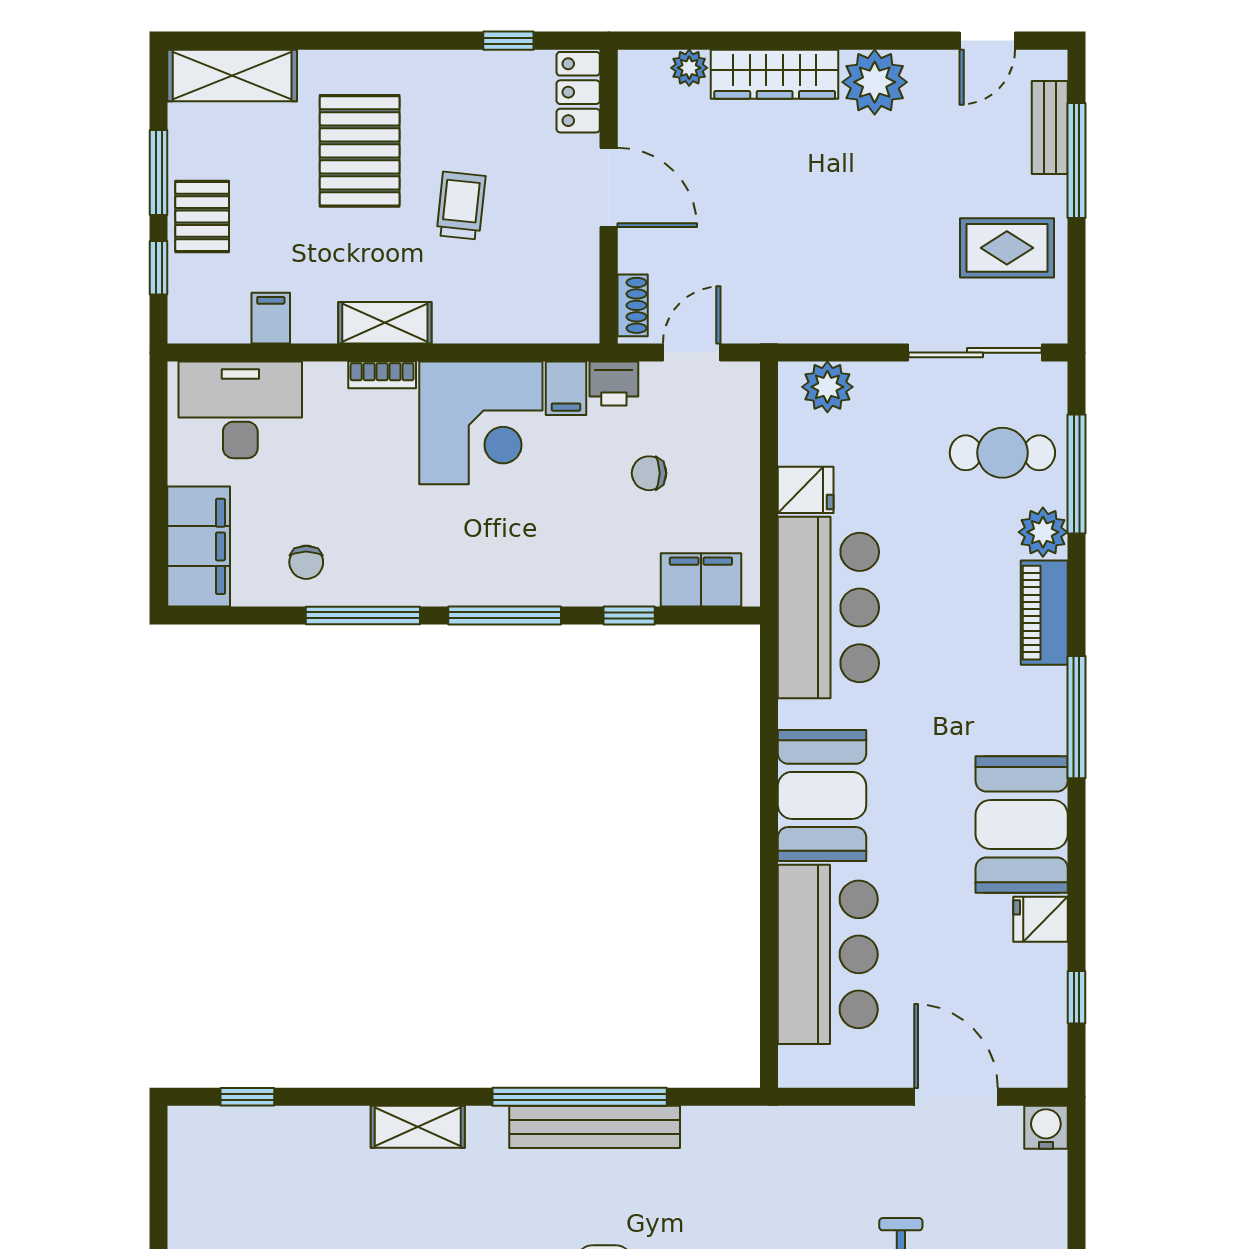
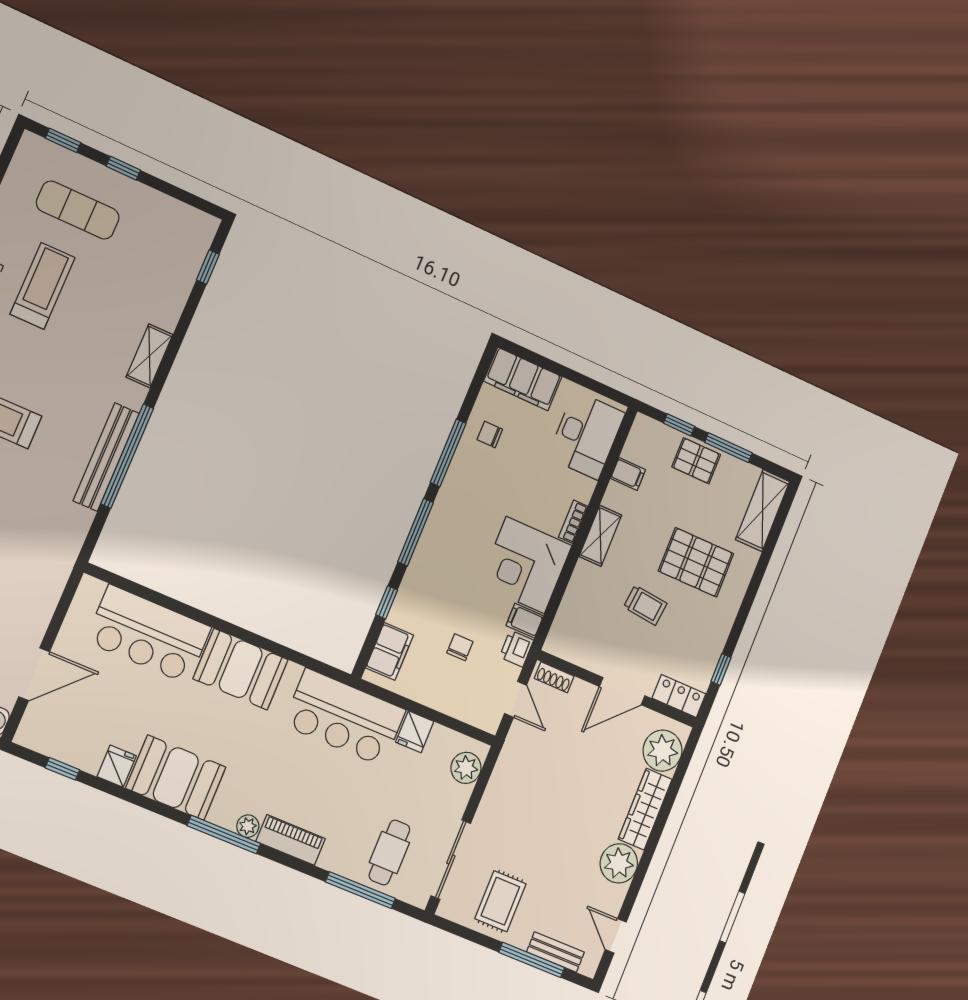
plant: (689, 68) -> (662, 751), width x1.88, depth x1.88
plant: (1043, 532) -> (248, 826), moved, width x0.73, depth x0.73

